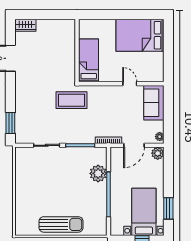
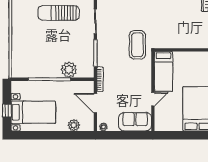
bed: (89, 60) -> (163, 72), moved, turned 90
plant: (158, 153) -> (74, 125), moved
window: (168, 208) -> (36, 135), removed
sun lounger: (61, 224) -> (59, 13), moved, turned 90

